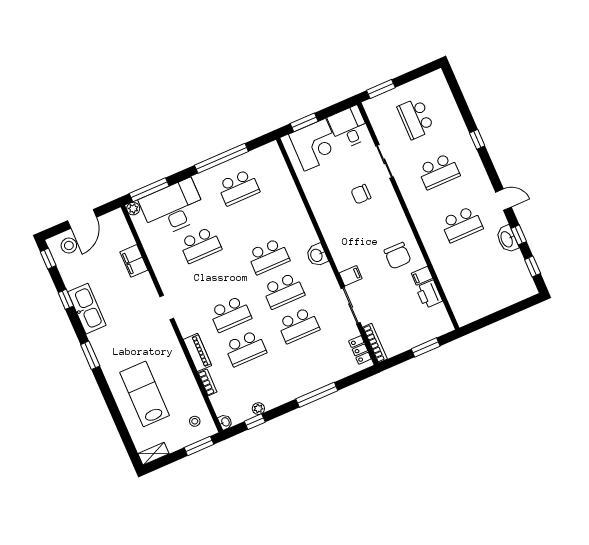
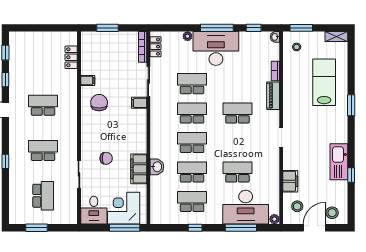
window: (381, 89) -> (37, 228), moved
window: (304, 122) -> (125, 228), width x1.44
window: (221, 158) -> (195, 228), width x0.32
window: (149, 190) -> (241, 228), moved
filing cabinet: (317, 198) -> (139, 169), added
stool: (113, 235) -> (297, 206), added
washbasin: (507, 239) -> (15, 80), removed
washbasin: (317, 255) -> (157, 167), moved
window: (48, 259) -> (351, 210), removed
printer: (429, 294) -> (88, 65), removed
locker: (453, 295) -> (71, 57), added
school desk: (245, 348) -> (192, 172), moved
window: (90, 355) -> (351, 105), moved
desk: (288, 378) -> (216, 49), added
lab bench: (145, 394) -> (324, 82), turned 180
window: (317, 395) -> (217, 28), moved
plant: (258, 409) -> (188, 36), moved

